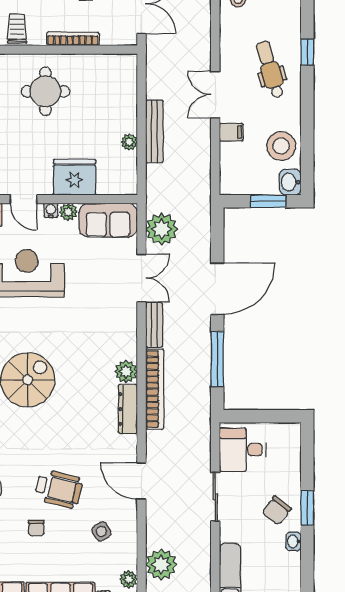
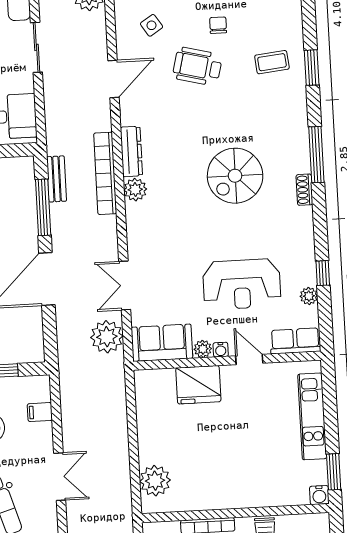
round table: (45, 91) -> (233, 471), removed
bench: (154, 131) -> (120, 436), removed
filing cabinet: (231, 132) -> (40, 412), moved
plant: (129, 142) -> (155, 481), moved, width x1.88, depth x1.88
bench: (154, 325) -> (57, 179), moved
door: (141, 481) -> (114, 79), hinge flipped
sliding door: (215, 497) -> (36, 47), moved

